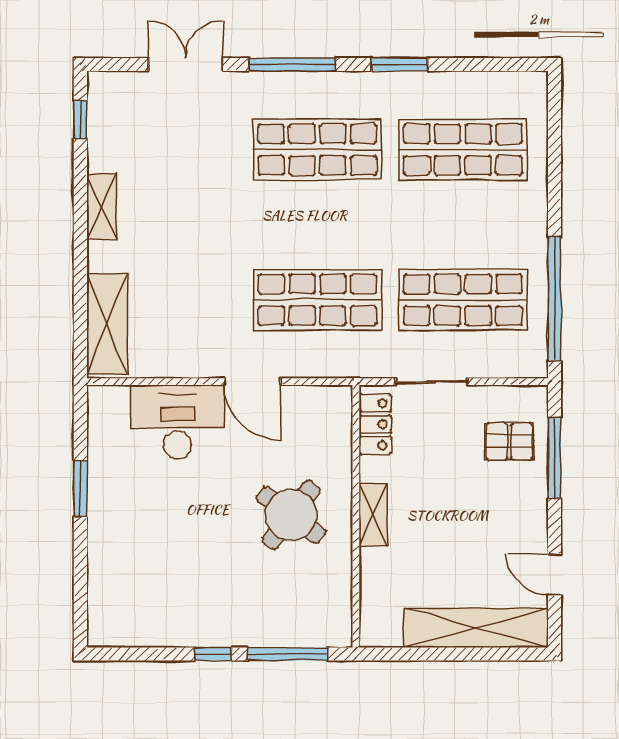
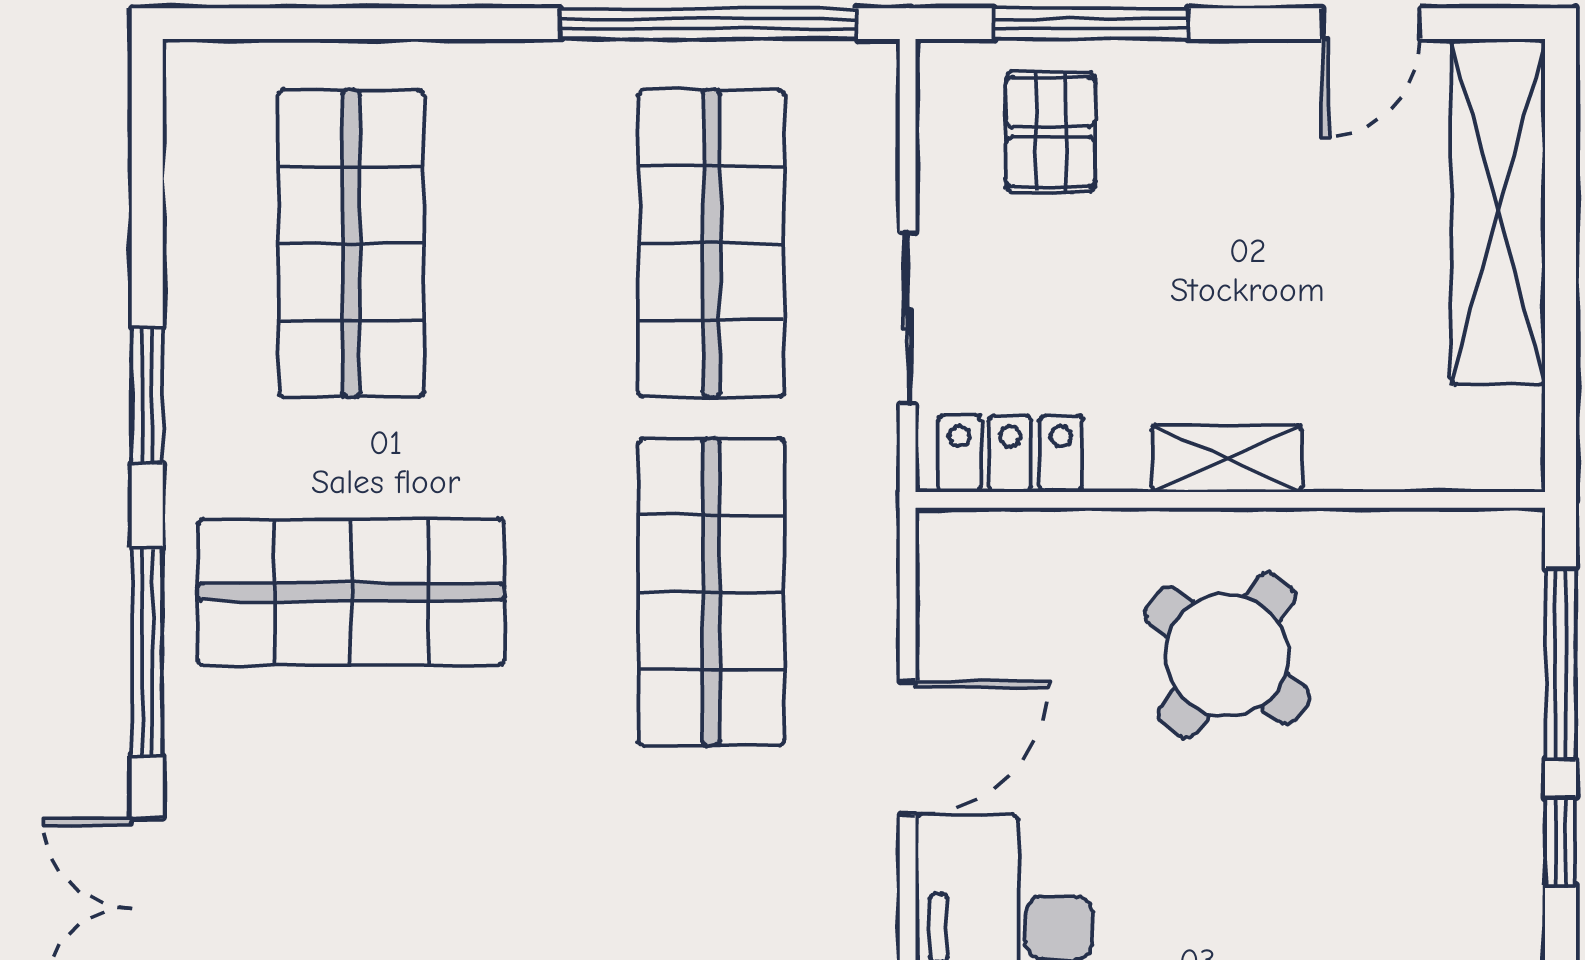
shop shelf: (317, 150) -> (351, 592), turned 90

